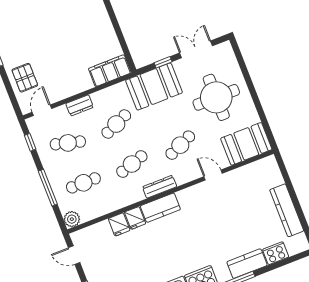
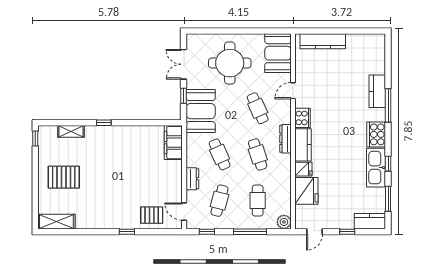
kitchen counter: (287, 210) -> (323, 41), moved
fridge: (119, 224) -> (306, 191), width x1.88, depth x1.34
cooker: (276, 253) -> (303, 118), moved, turned 180

